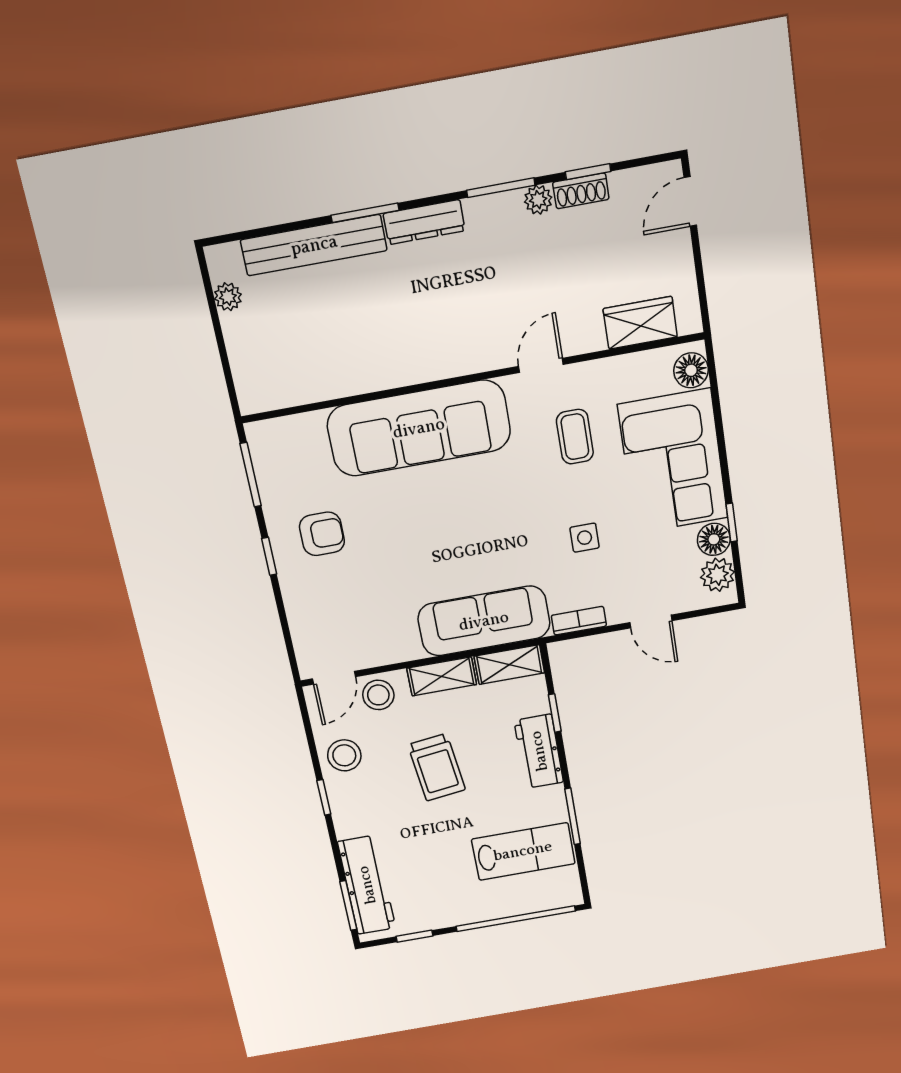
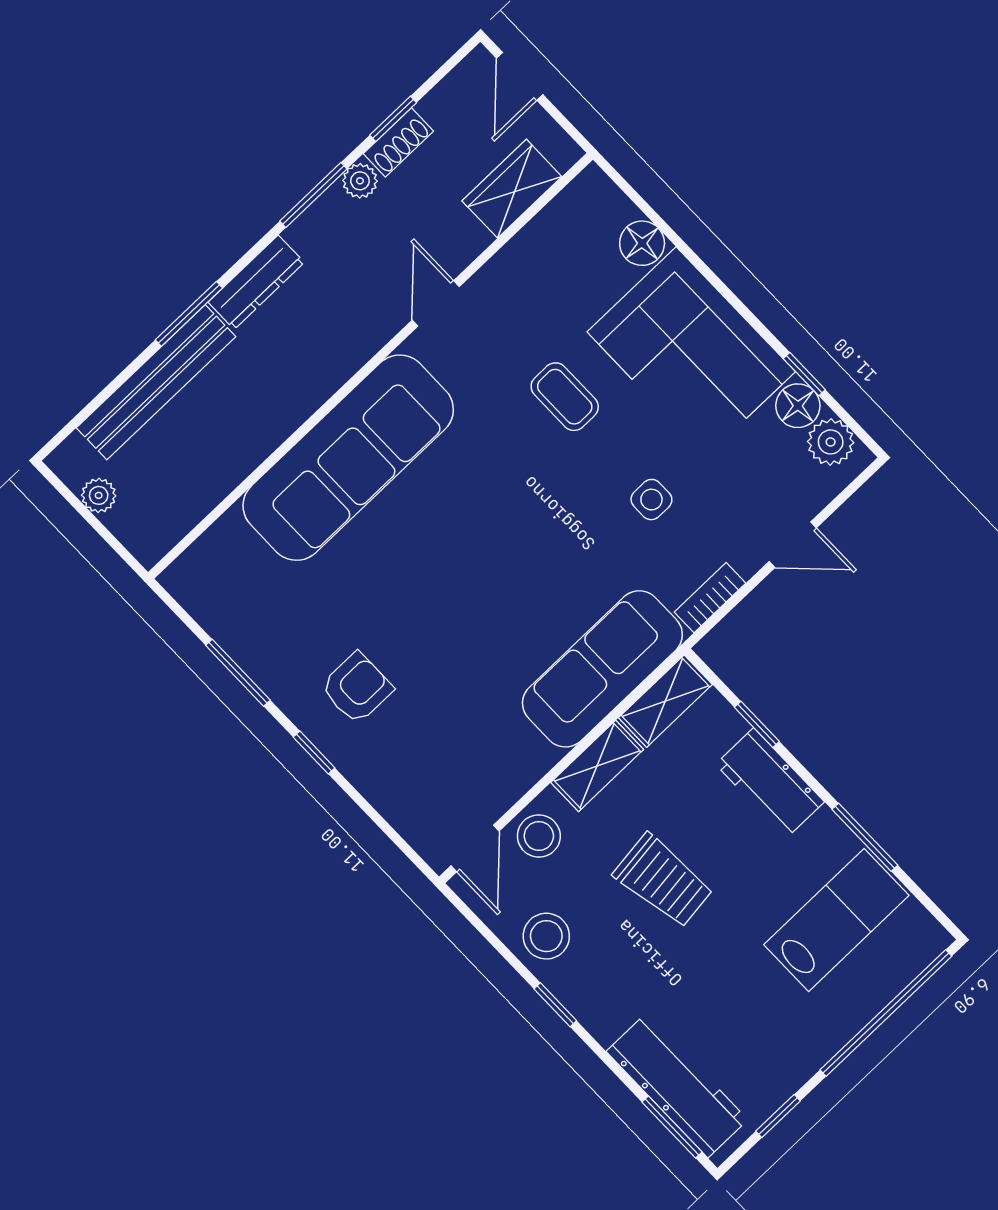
wardrobe: (640, 323) -> (512, 189), moved
door: (541, 365) -> (436, 303), moved
wall: (472, 378) -> (370, 366), moved
sofa: (419, 428) -> (348, 458), moved

